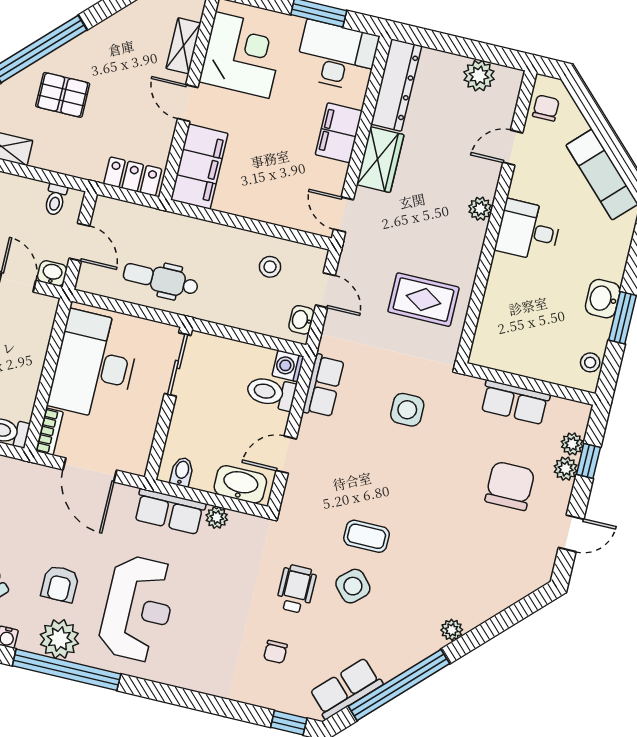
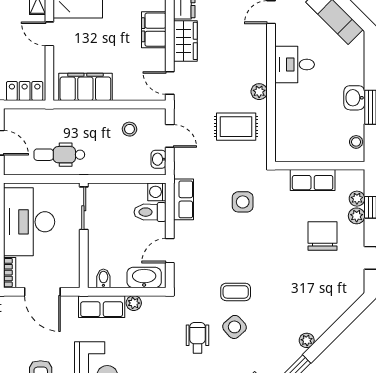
filing cabinet: (199, 167) -> (85, 87), moved, turned -90
plant: (480, 209) -> (259, 92), moved

